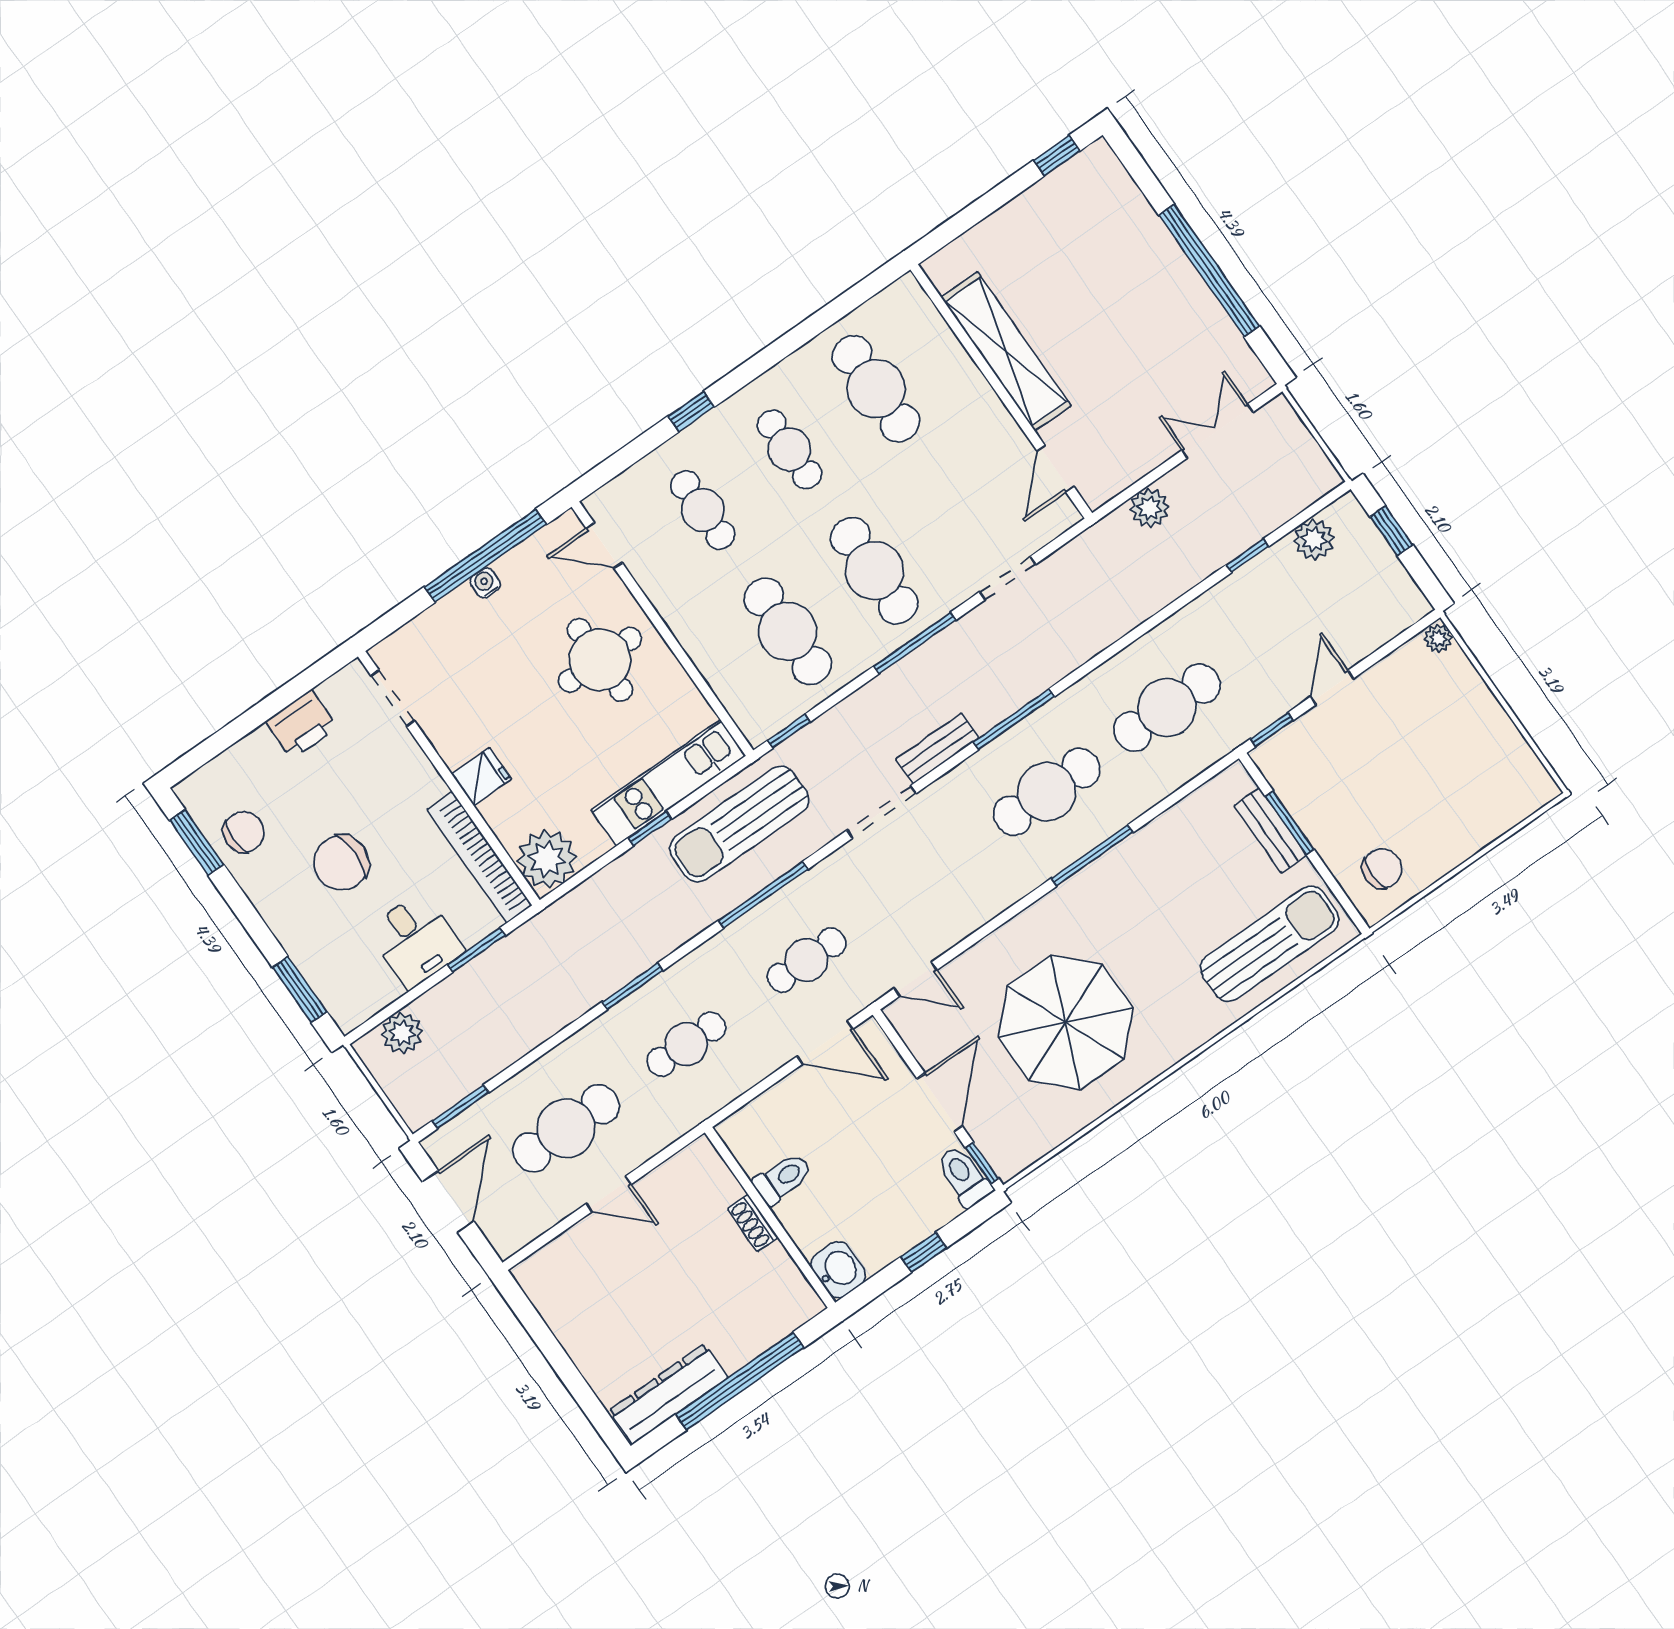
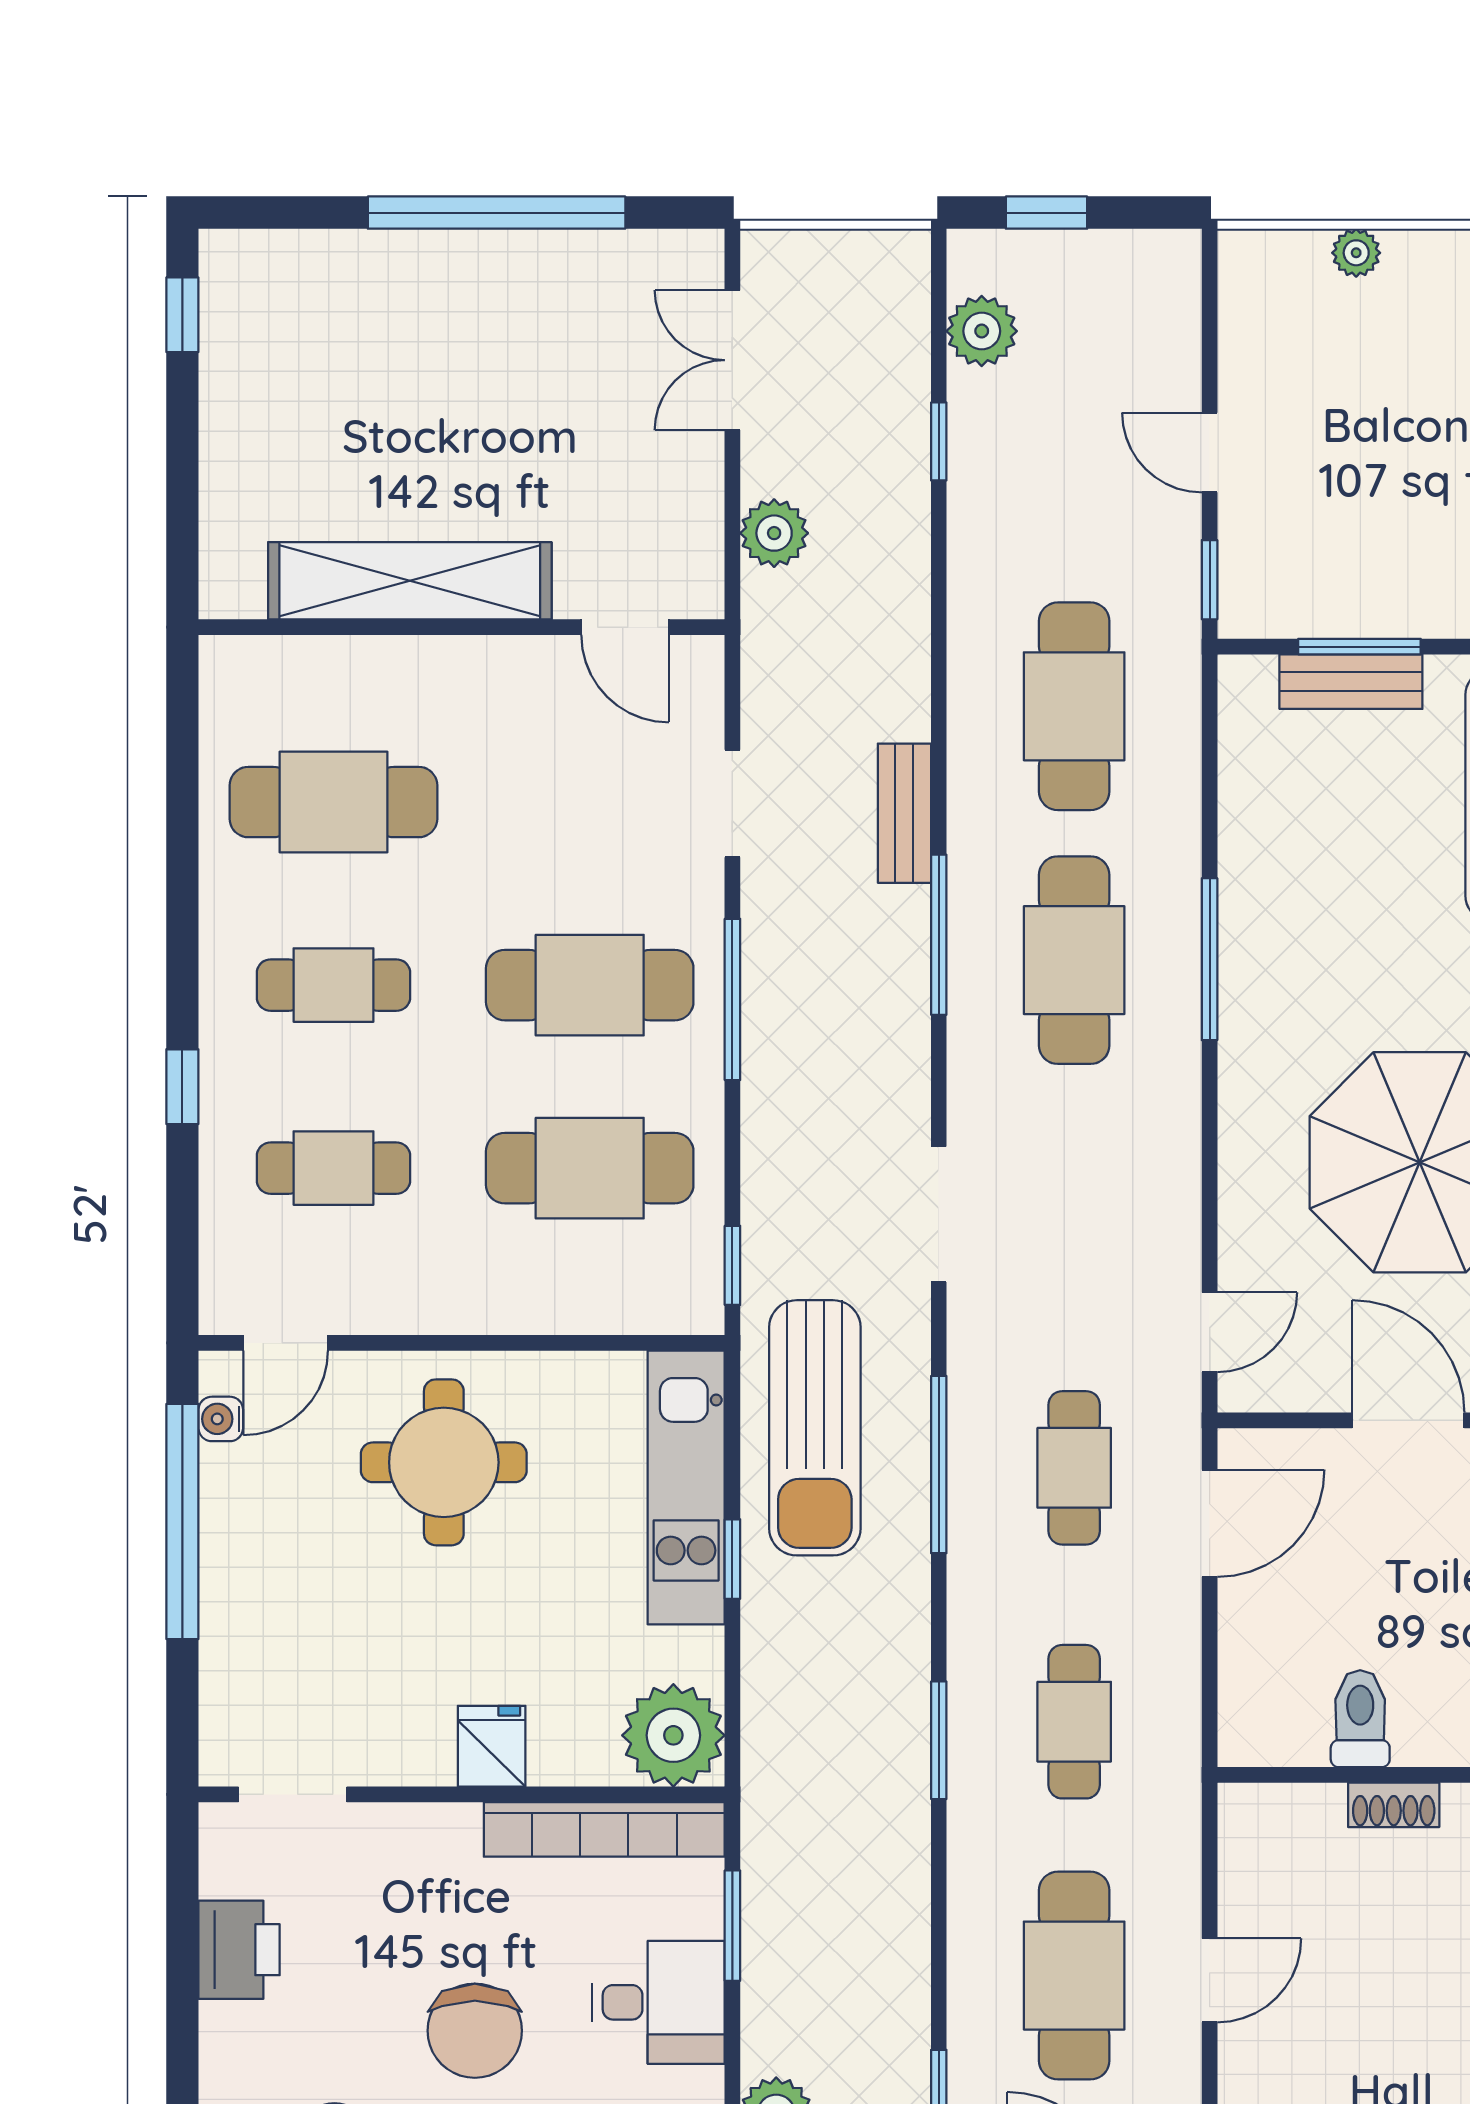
water cooler: (485, 583) -> (221, 1419), moved
plant: (1438, 638) -> (1356, 253), moved
bench: (937, 749) -> (904, 813), moved

